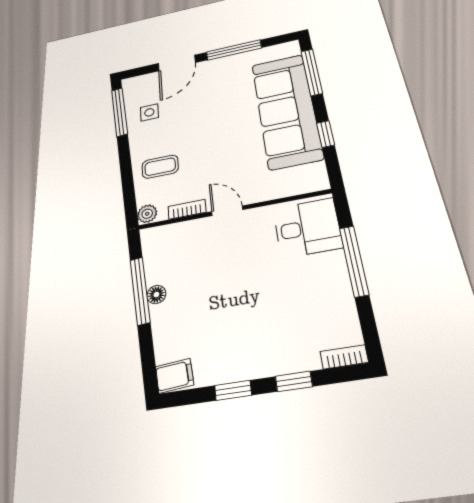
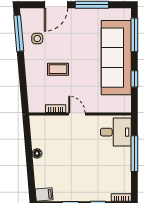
coffee table: (160, 167) -> (58, 69), moved
plant: (147, 214) -> (34, 107), removed
window: (140, 290) -> (29, 150), removed

